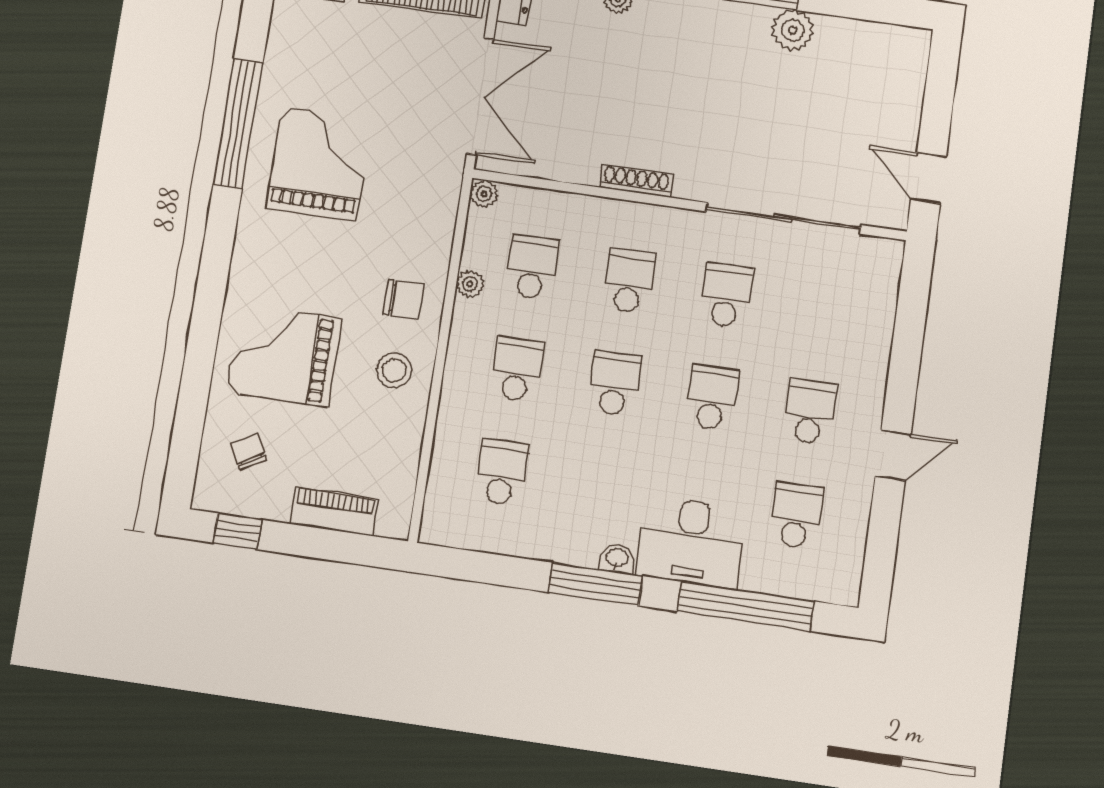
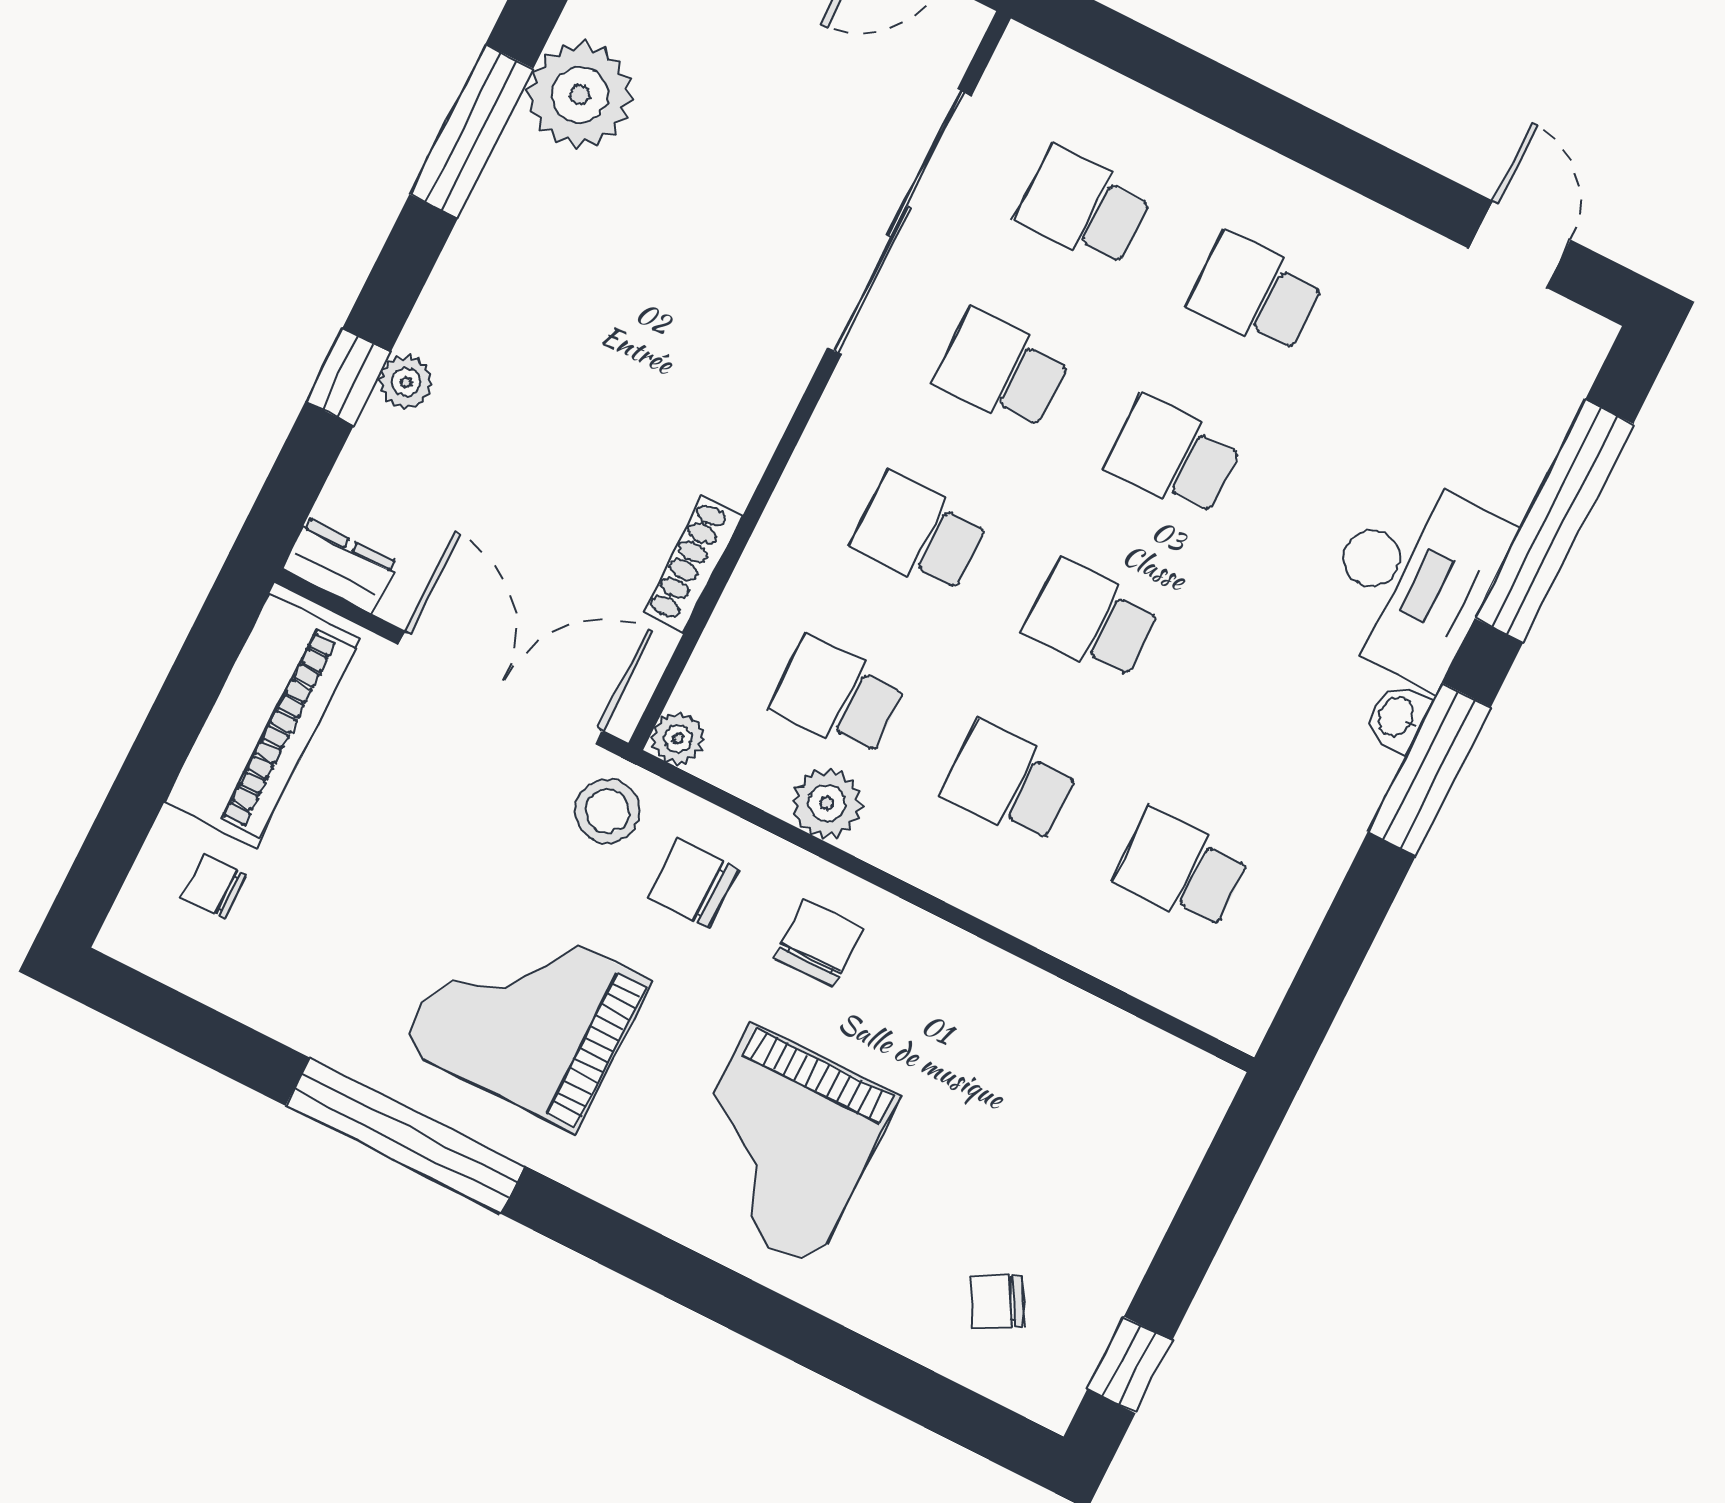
plant: (793, 30) -> (580, 95), width x1.36, depth x1.36
shoe rack: (636, 181) -> (693, 563), moved
chair: (413, 225) -> (693, 883), added
plant: (470, 284) -> (827, 803), width x1.38, depth x1.38
grand piano: (284, 355) -> (782, 1145), moved
stool: (394, 370) -> (607, 811), moved
door: (893, 455) -> (1520, 244), moved
piano: (335, 511) -> (1152, 1184), removed
school desk: (796, 515) -> (1084, 207), moved

